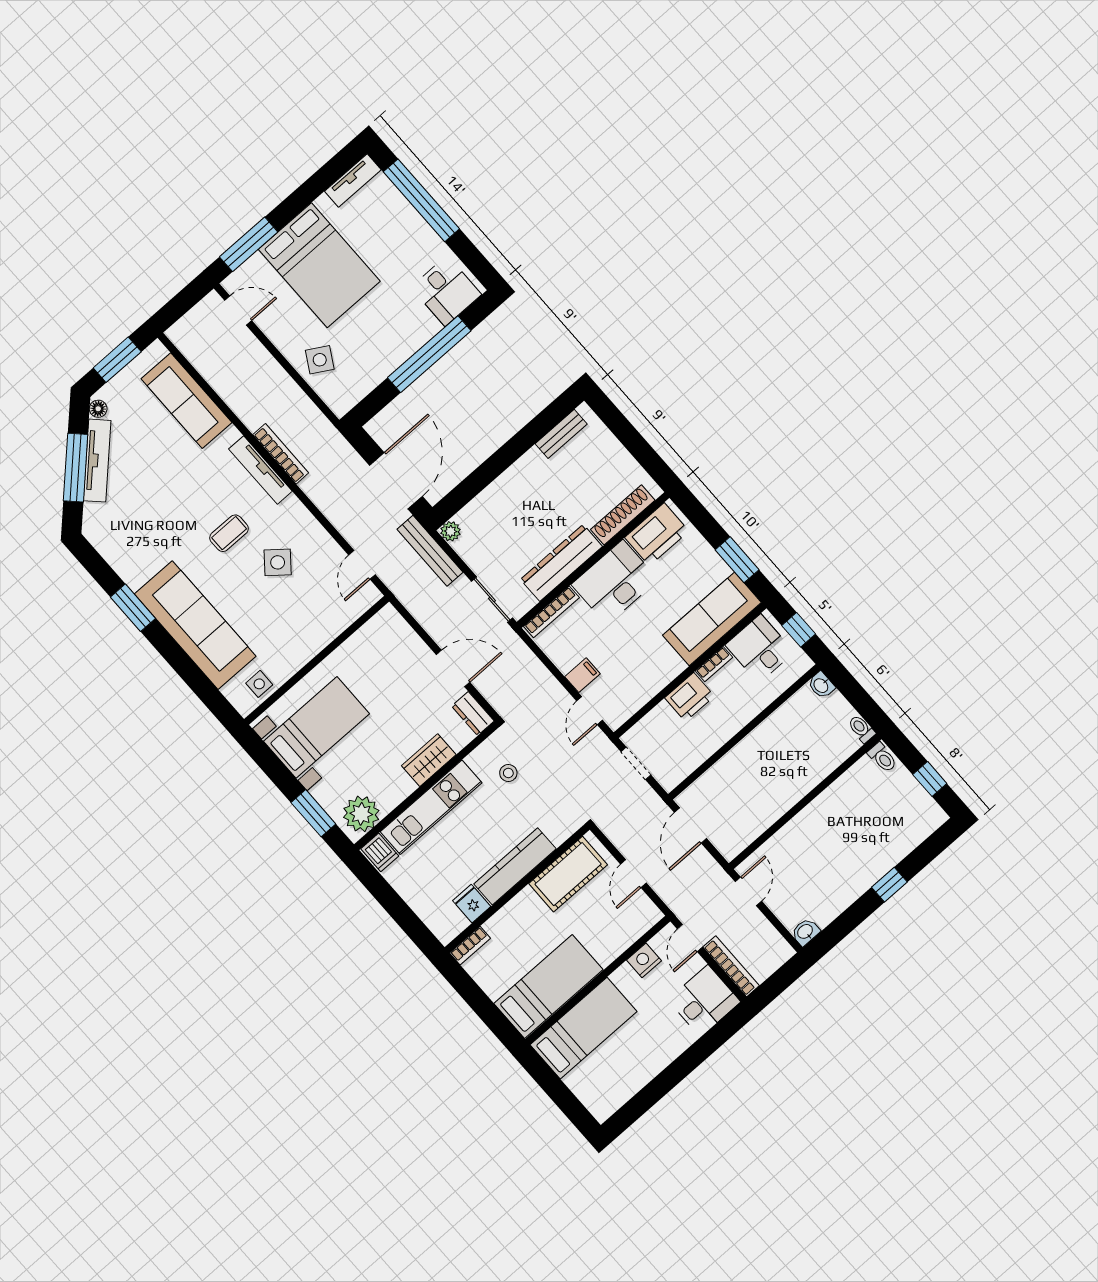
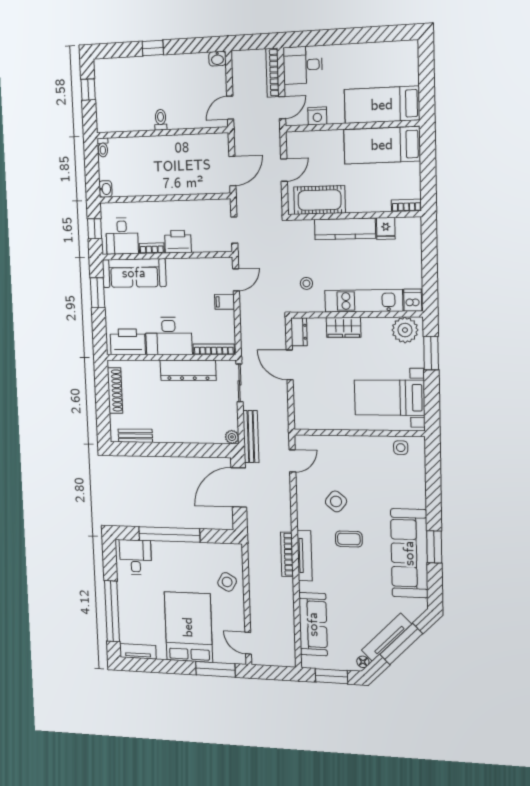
shoe rack: (623, 515) -> (115, 390), moved, turned -90
sofa: (195, 625) -> (409, 553), moved
toilet: (882, 758) -> (161, 120), moved

